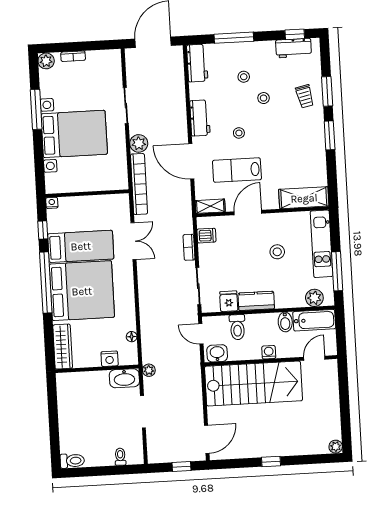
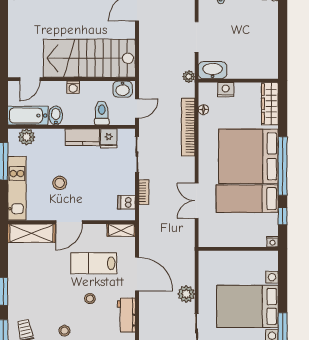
lab bench: (237, 170) -> (94, 263), turned 180
bookcase: (139, 184) -> (188, 127), moved
door: (248, 213) -> (69, 222), moved
door: (201, 334) -> (137, 109), hinge flipped

